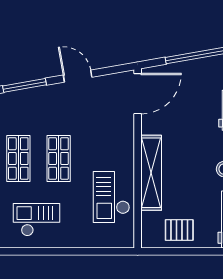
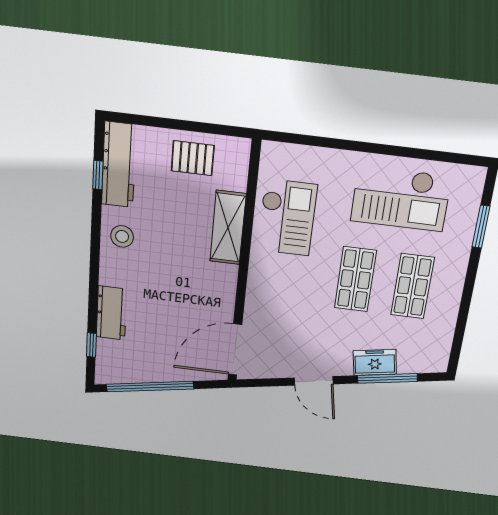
freezer: (36, 97) -> (375, 362), added
shelving: (151, 173) -> (228, 228), width x0.68
checkout: (37, 220) -> (401, 199), width x1.36, depth x1.21

